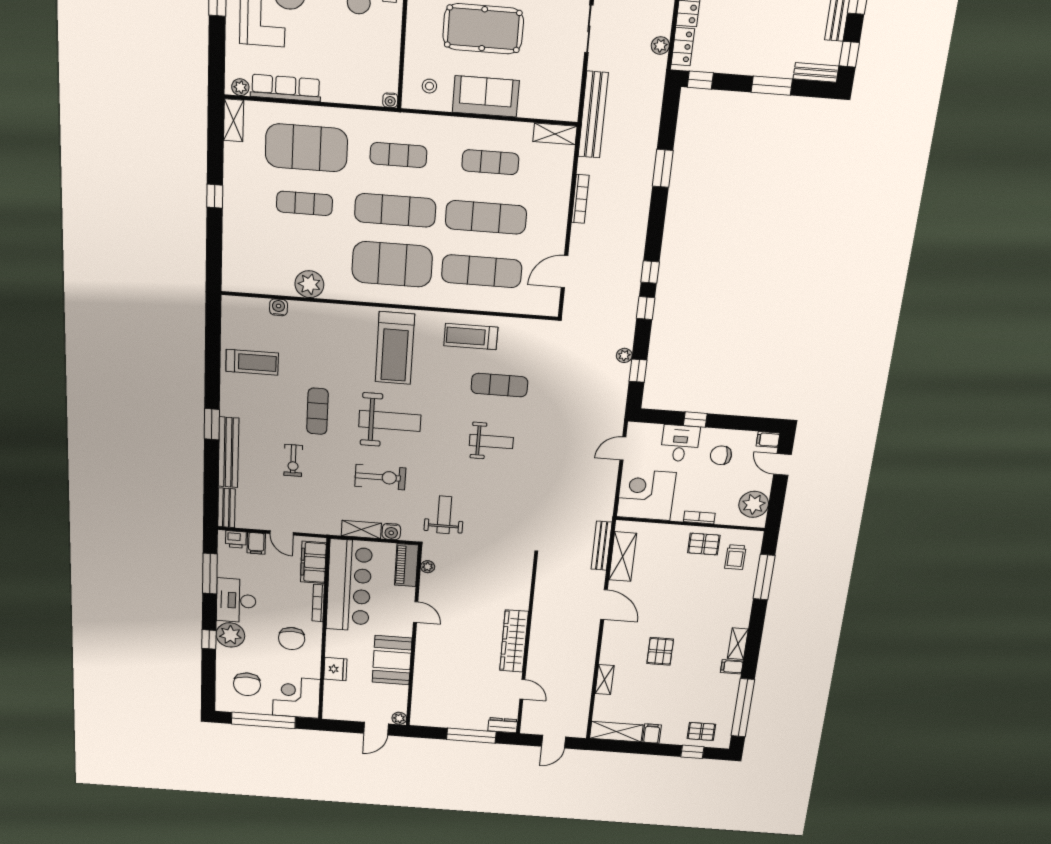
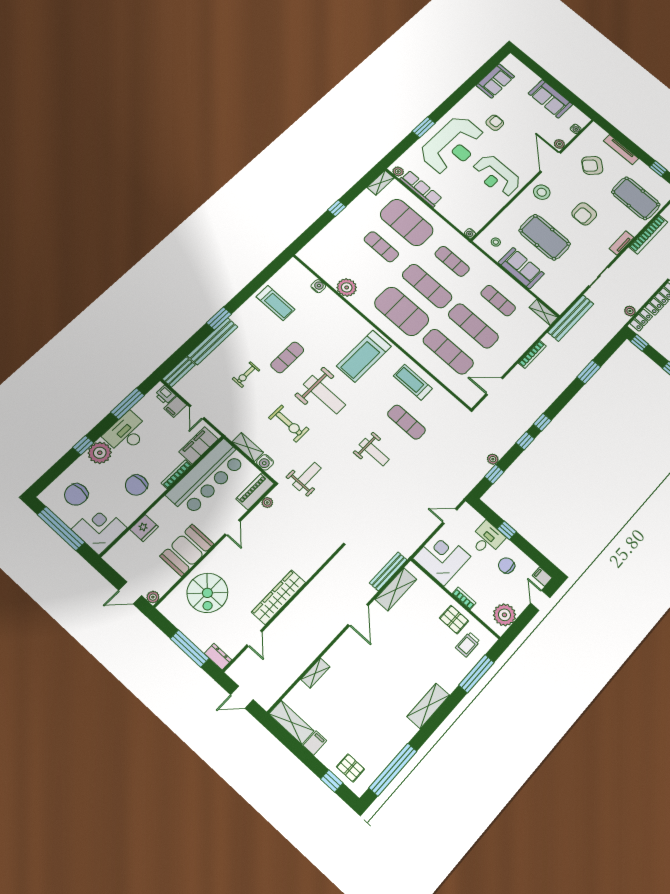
shelving: (738, 644) -> (428, 706), width x1.50, depth x1.33
pallet: (660, 651) -> (369, 679), removed
filing cabinet: (732, 667) -> (408, 729), removed
spiral stairs: (445, 682) -> (207, 593), added

